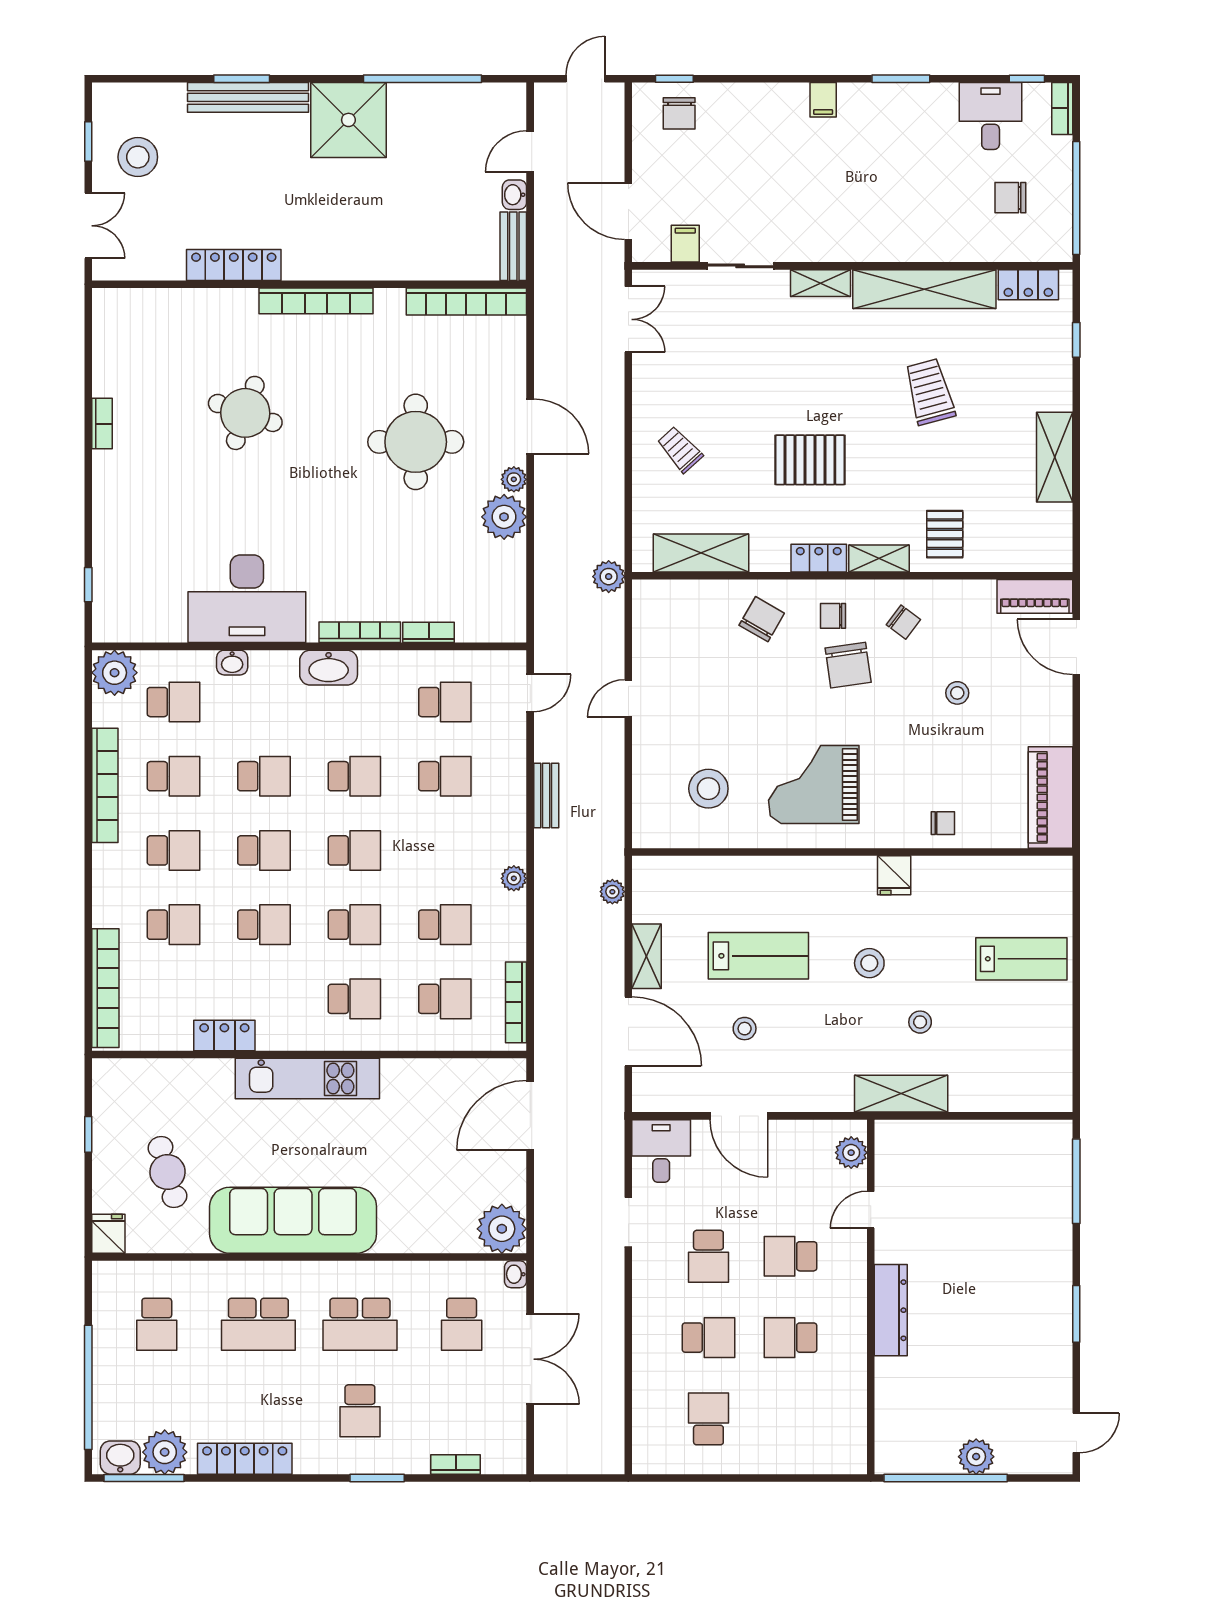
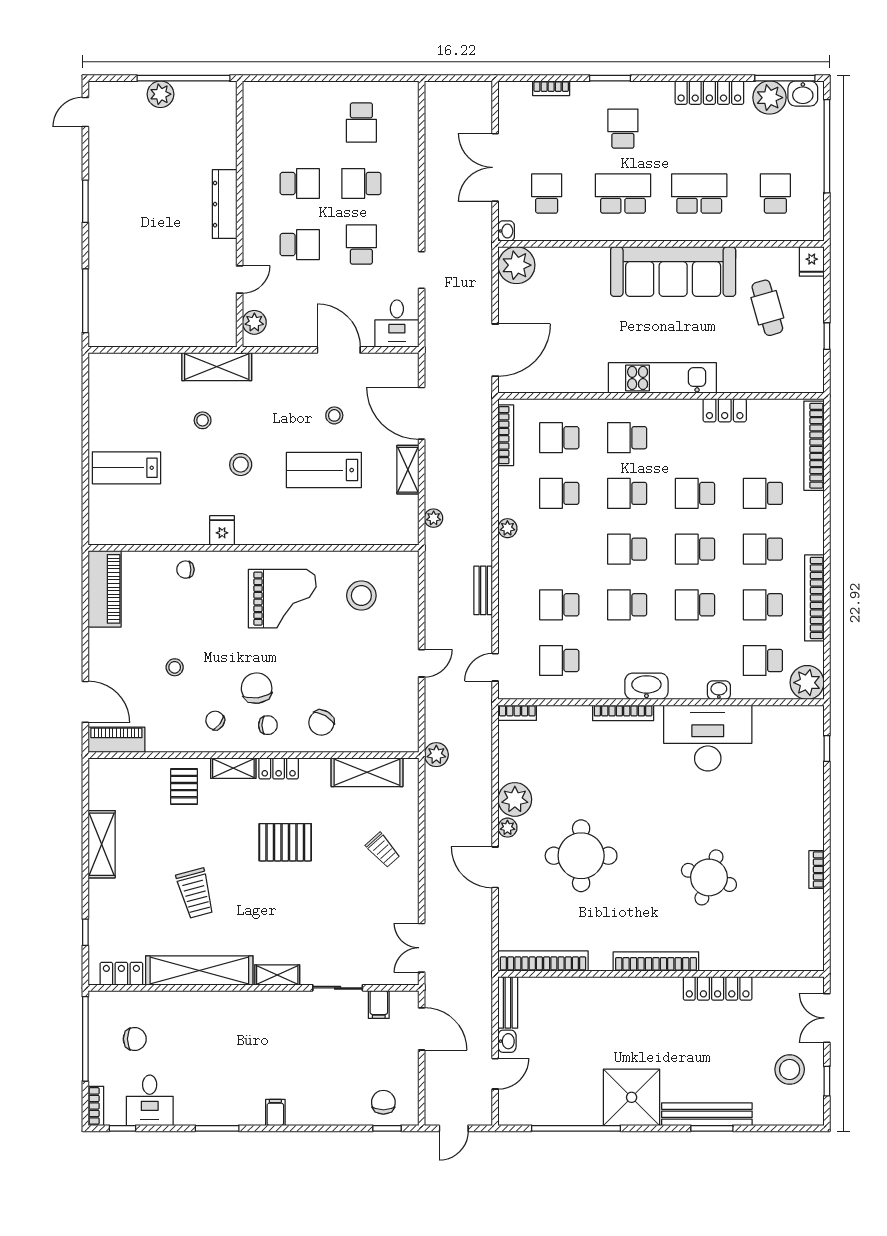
bookcase: (429, 632) -> (517, 713), moved

